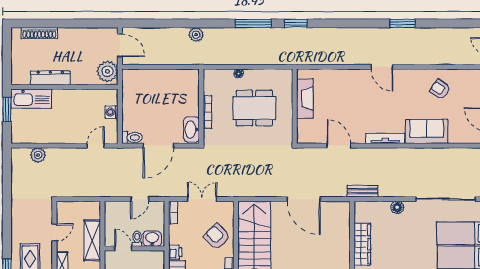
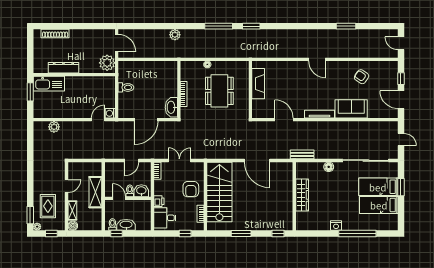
window: (402, 23) -> (346, 26), moved
dining table: (254, 108) -> (219, 91), turned 90
washing machine: (111, 112) -> (110, 113), moved
toilet: (132, 137) -> (126, 87), moved
armchair: (217, 237) -> (191, 189), turned -135

